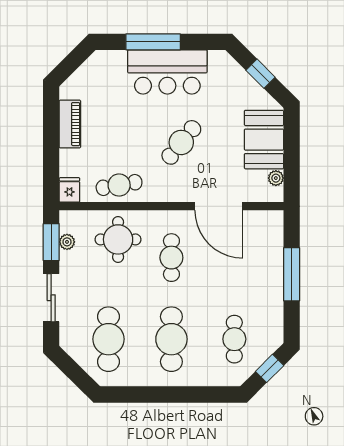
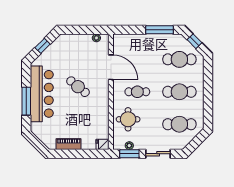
bar counter: (167, 72) -> (42, 94), width x1.36
booth: (264, 140) -> (77, 44), removed
cafe table: (119, 185) -> (100, 119), removed
door: (219, 206) -> (111, 67), hinge flipped
window: (292, 274) -> (159, 30), moved
cafe table: (234, 339) -> (179, 59), width x1.37, depth x1.35

